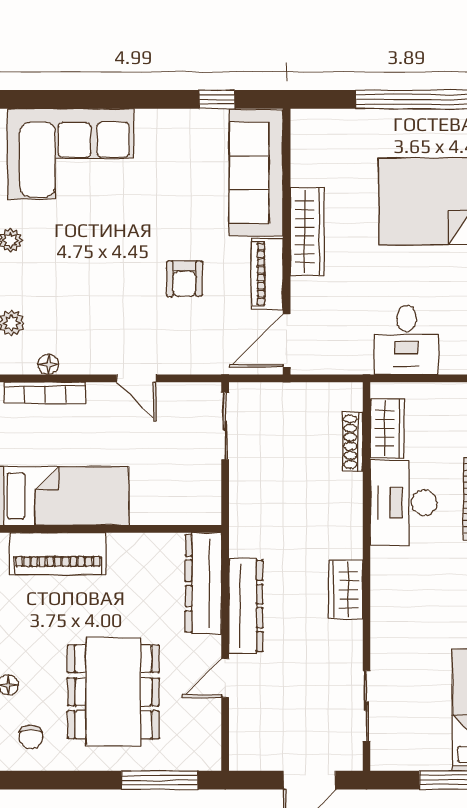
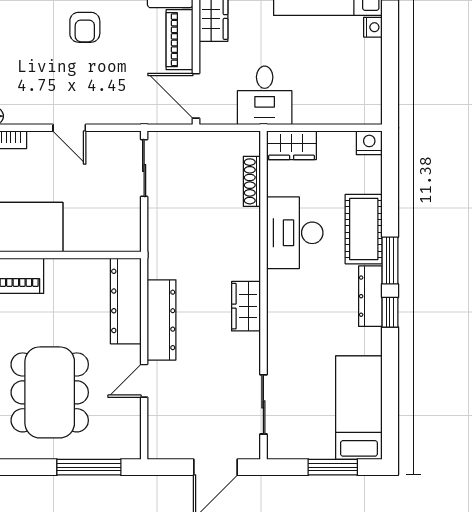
armchair: (184, 279) -> (85, 27), moved
door: (287, 340) -> (196, 96), hinge flipped
desk: (406, 340) -> (265, 95), moved
wardrobe: (387, 428) -> (292, 145), moved, turned 90

